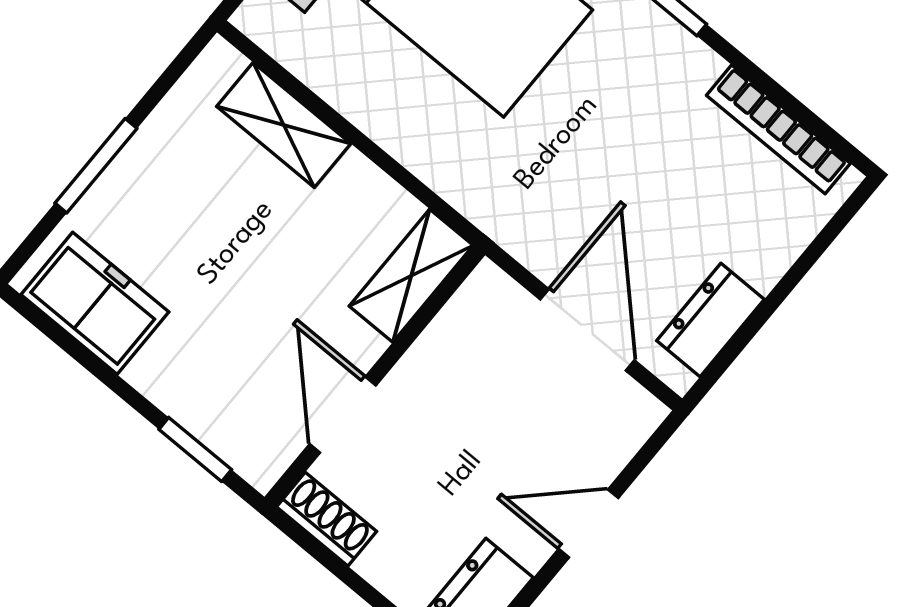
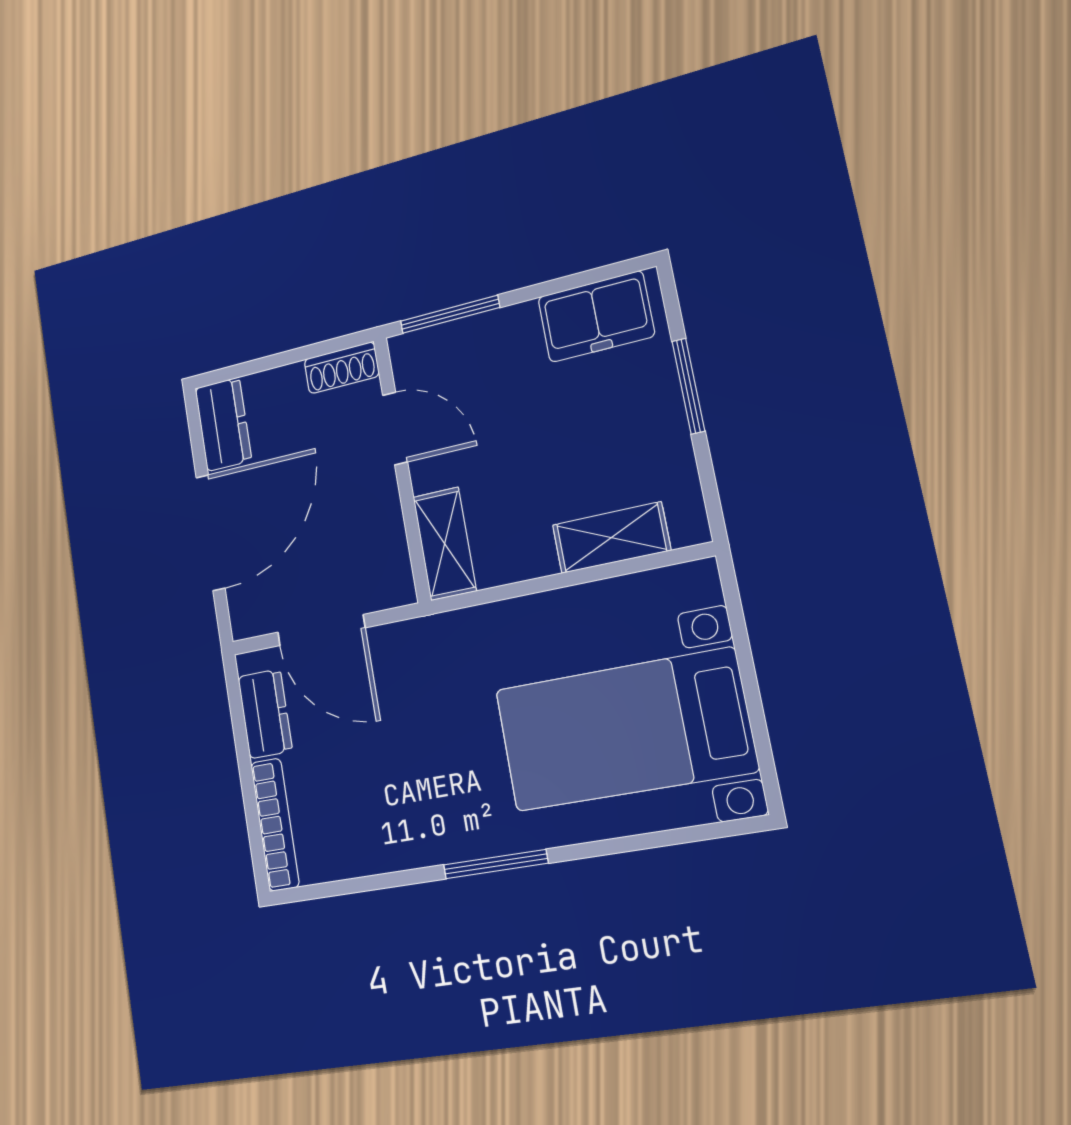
bookcase: (778, 129) -> (275, 824), moved, turned 90
window: (195, 449) -> (450, 314), width x1.50
door: (588, 523) -> (211, 533), width x1.88

